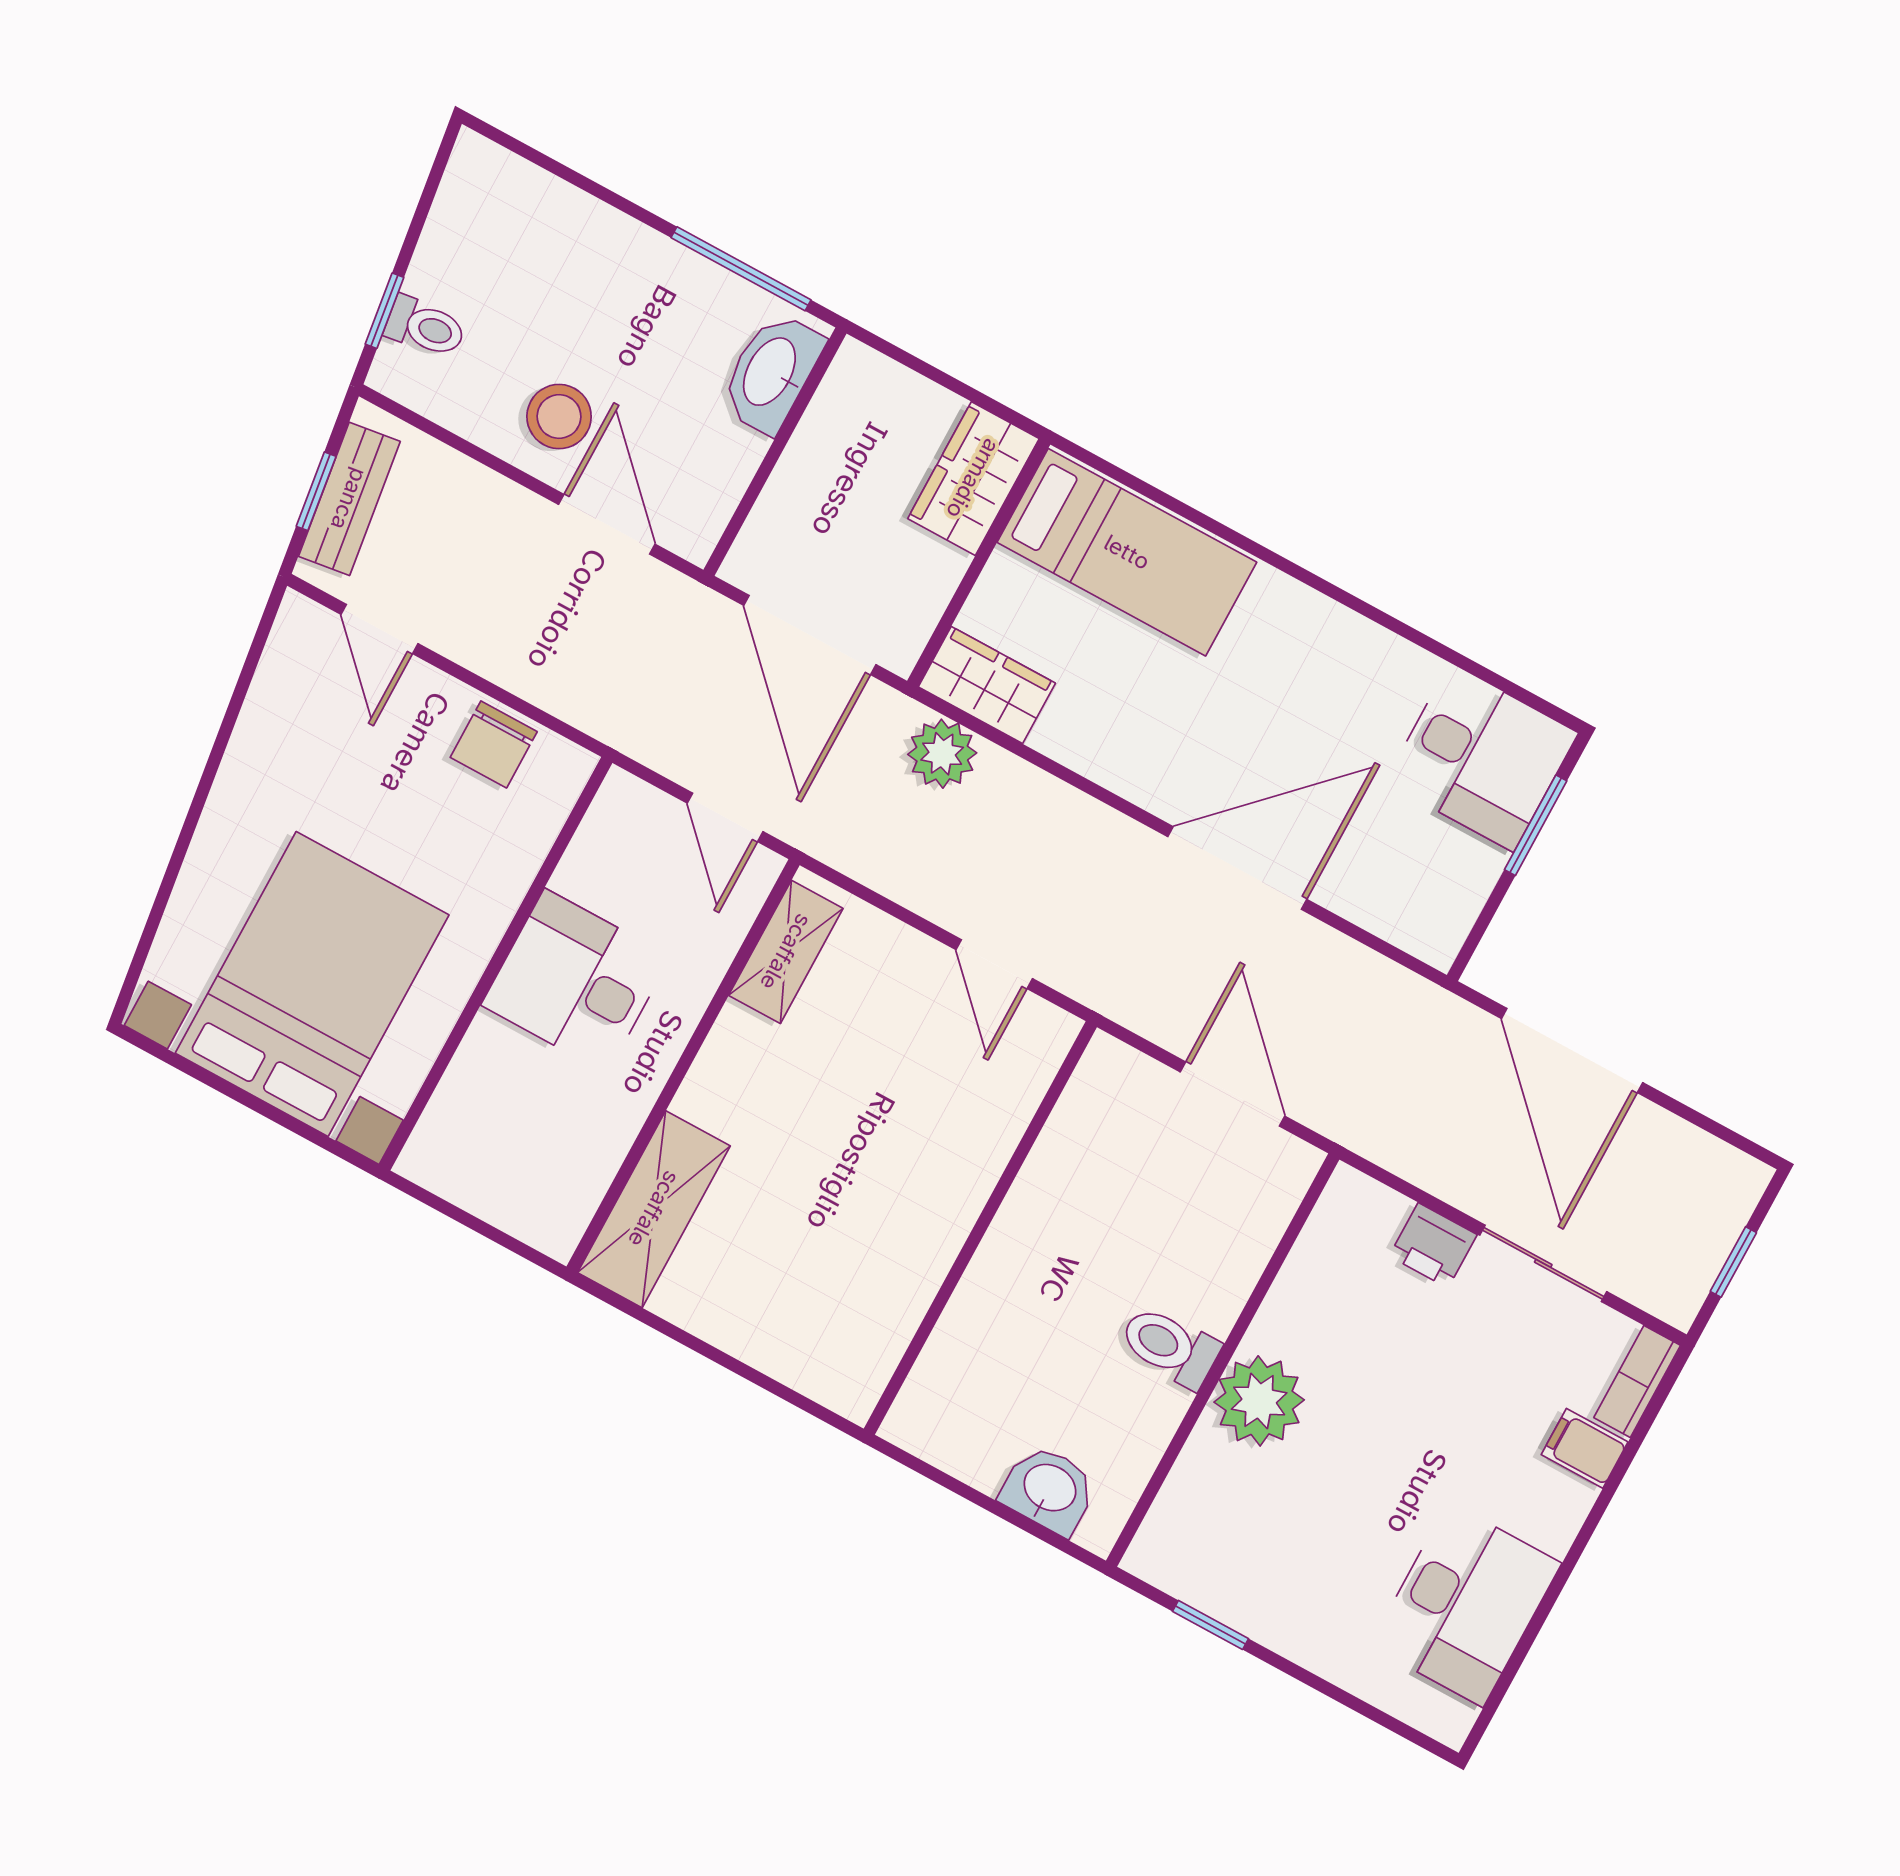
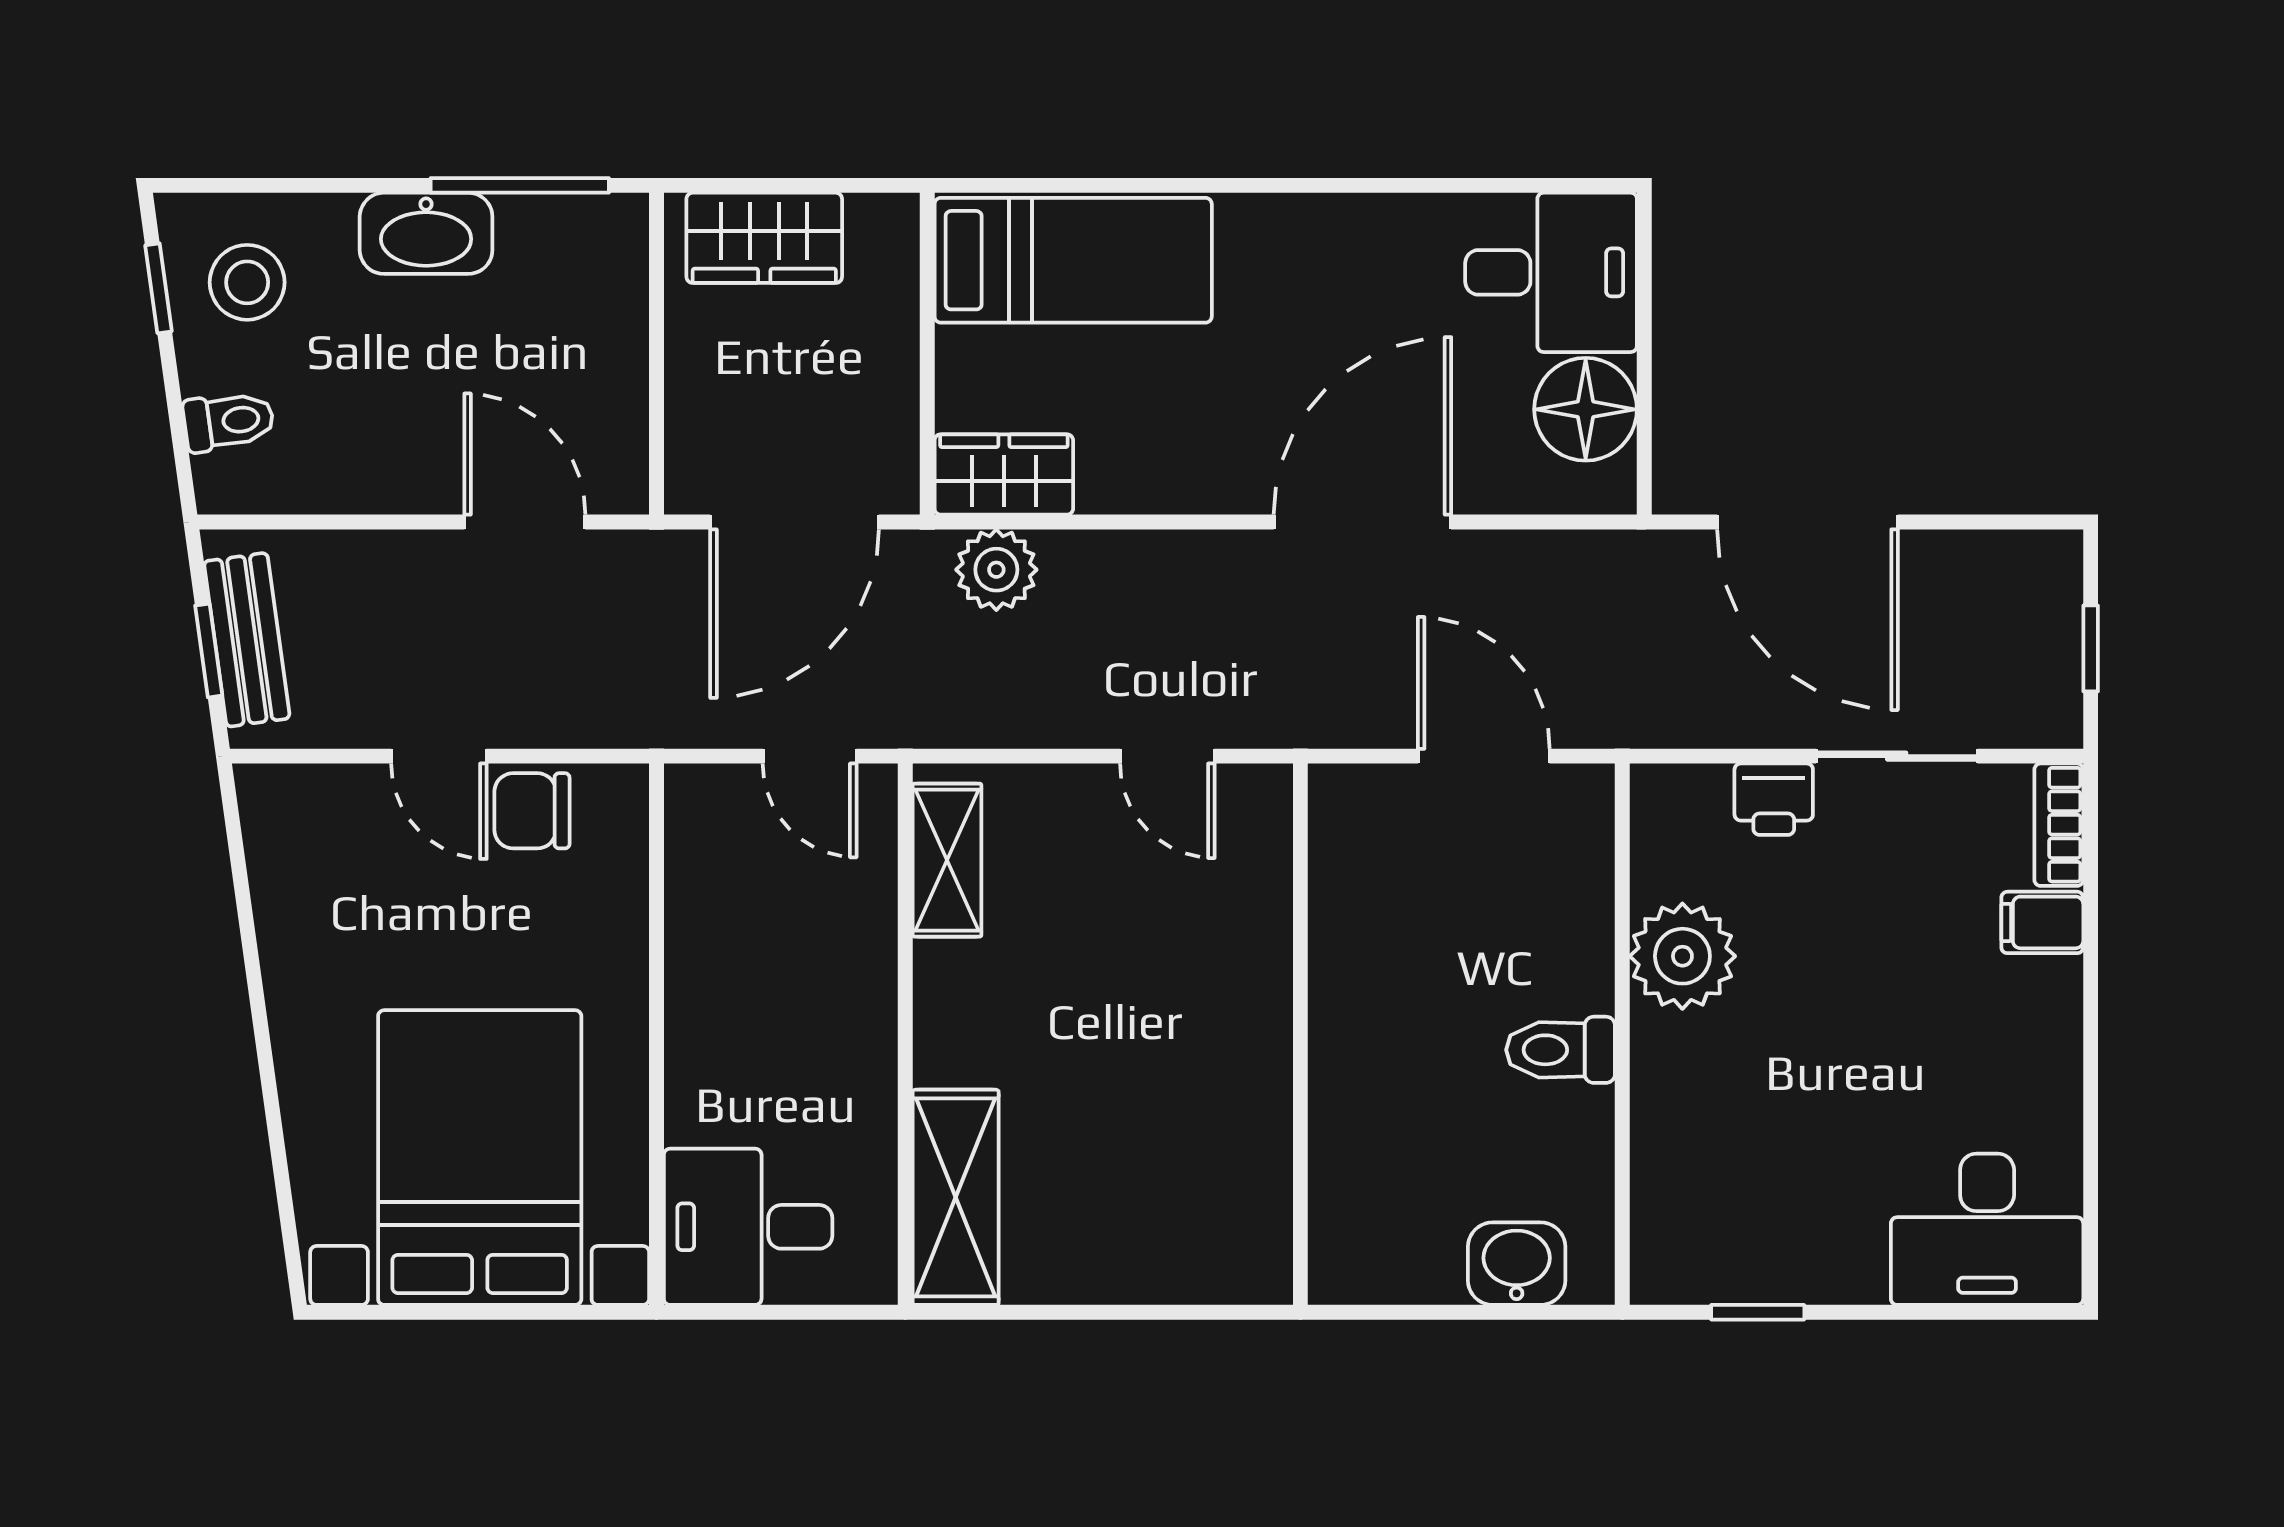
window: (384, 311) -> (159, 288), moved
washbasin: (771, 373) -> (426, 233), moved, turned -90
stool: (559, 417) -> (247, 282), moved
wardrobe: (973, 479) -> (764, 238), moved, turned -90
door: (380, 629) -> (439, 756), moved
door: (810, 635) -> (795, 522), hinge flipped
chair: (494, 745) -> (532, 811), turned 90
window: (1536, 825) -> (1644, 312), removed
floor lamp: (1451, 875) -> (1586, 409), added
desk: (576, 981) -> (748, 1227), moved
plant: (1259, 1401) -> (1682, 956), moved
desk: (1466, 1604) -> (1987, 1229), moved, turned 90

